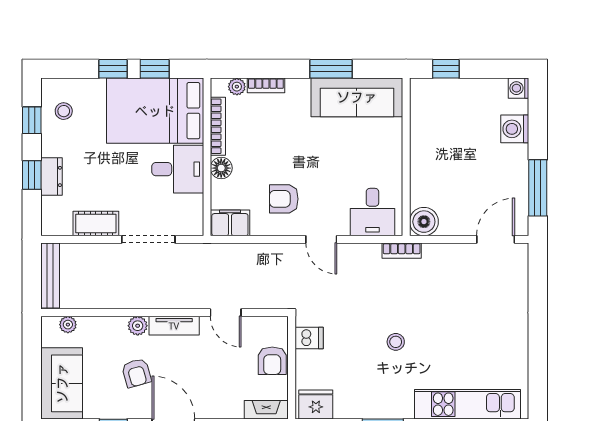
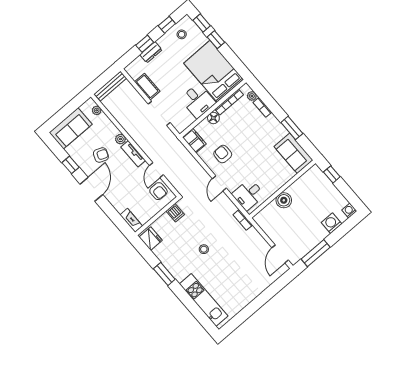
window: (155, 69) -> (202, 23), moved
sofa: (357, 97) -> (293, 153), width x0.73
boiler: (424, 222) -> (284, 200), moved
door: (496, 239) -> (280, 254), swing flipped
armchair: (272, 361) -> (158, 191), moved, turned -90
armchair: (136, 373) -> (101, 155), turned -142

